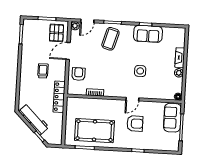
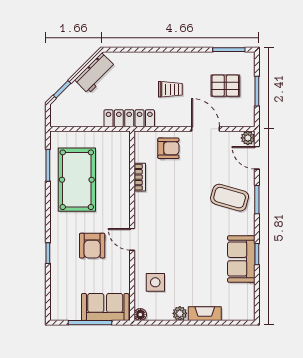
pallet: (56, 33) -> (225, 86), moved
side table: (140, 71) -> (155, 282), moved
workbench: (34, 119) -> (95, 73), width x0.73

